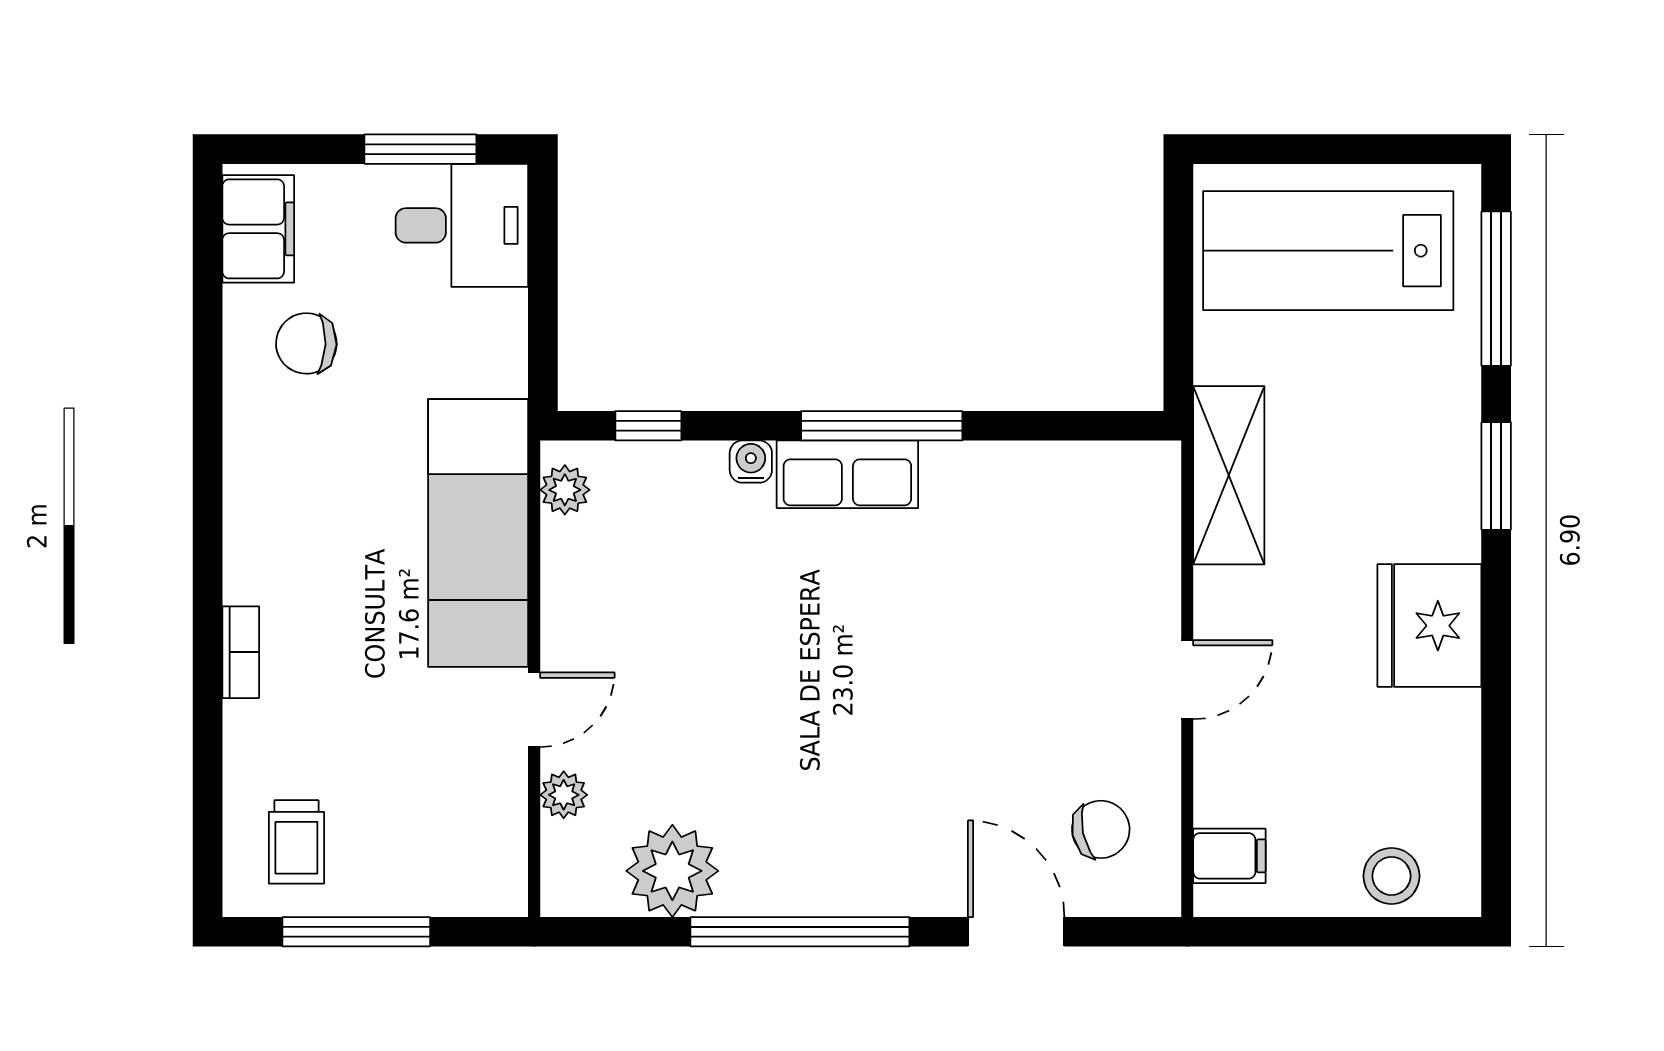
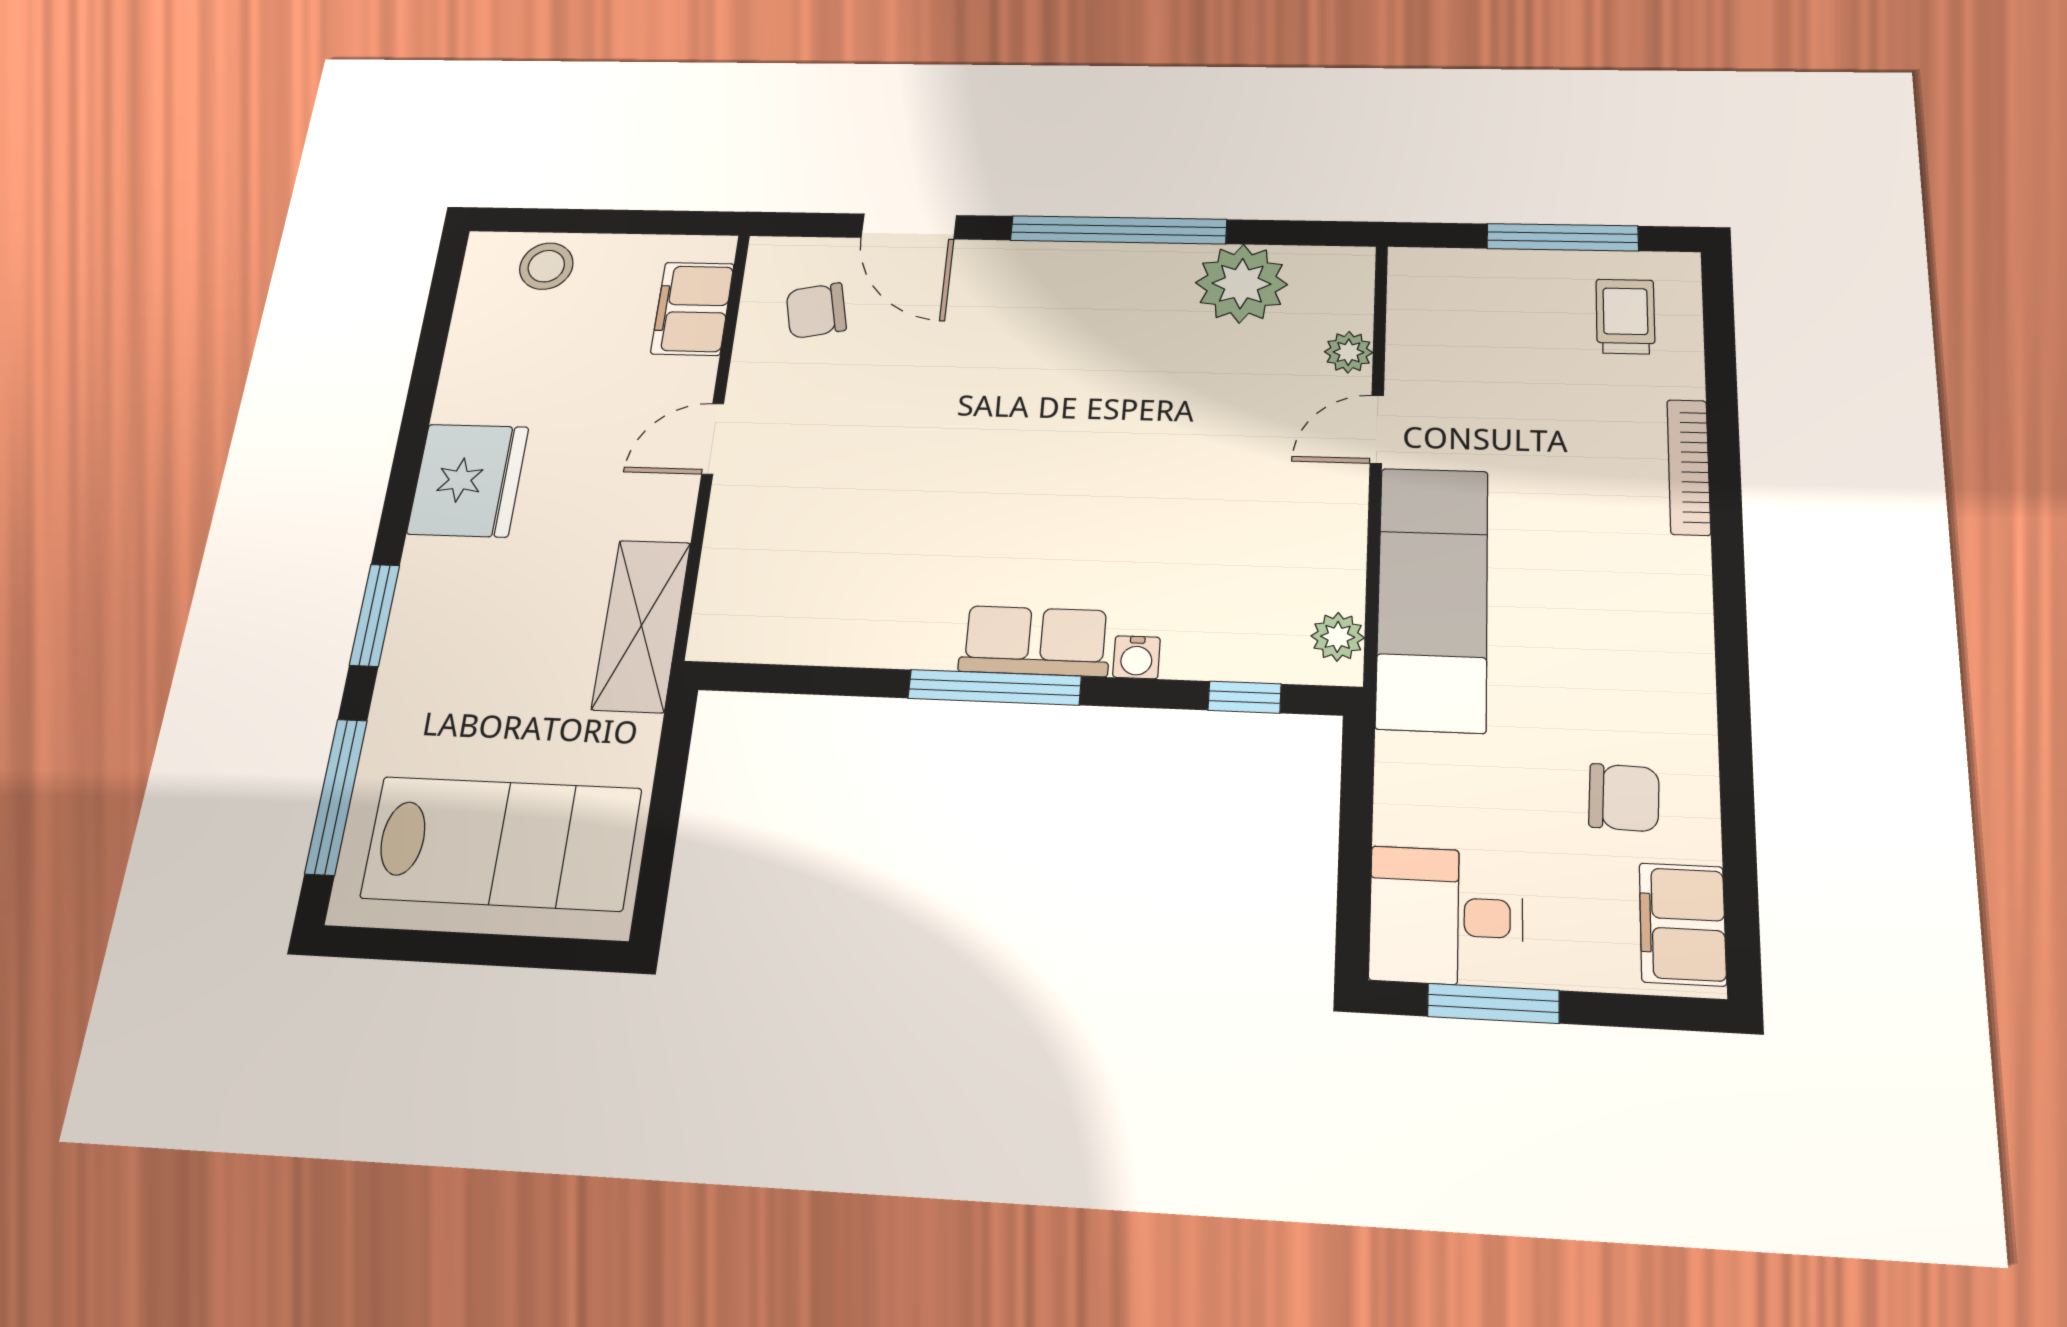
bookcase: (241, 652) -> (1689, 467), width x1.56
filing cabinet: (1229, 856) -> (692, 309), width x2.00

